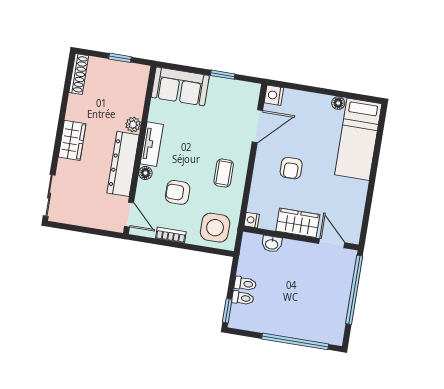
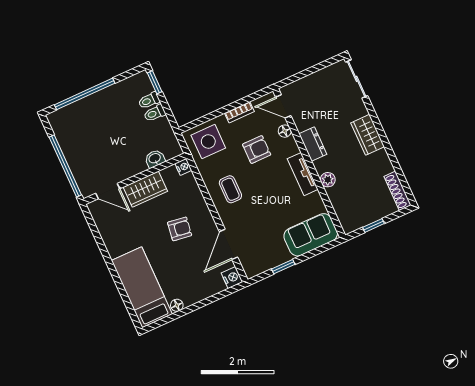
dresser: (123, 164) -> (313, 144), width x0.51, depth x0.80
armchair: (291, 168) -> (180, 229), turned 98
floor lamp: (145, 173) -> (285, 131), moved

